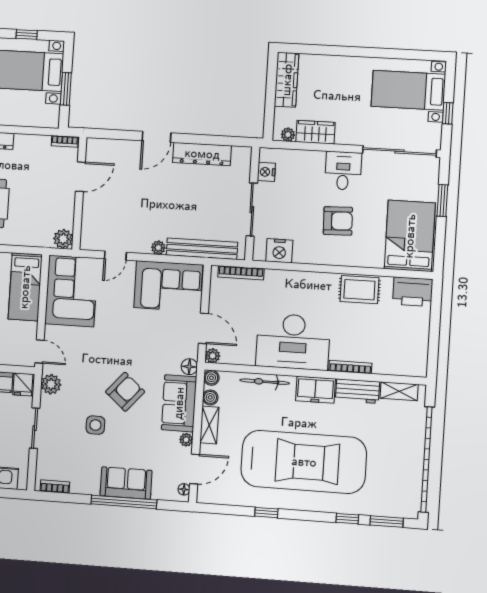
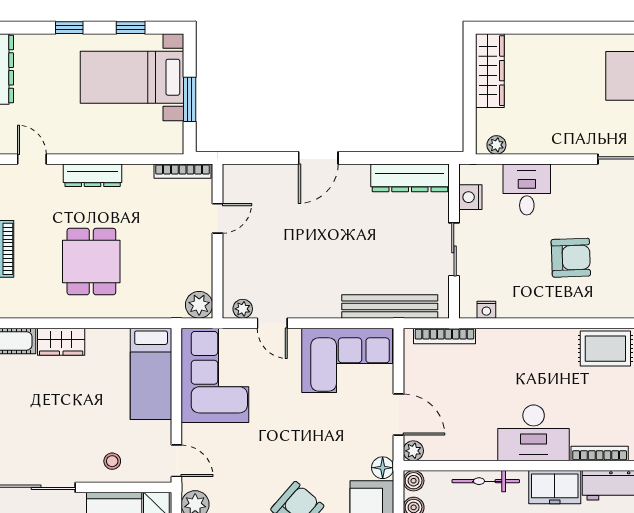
wardrobe: (316, 132) -> (533, 139), removed
bookcase: (65, 141) -> (183, 171), width x1.56
dresser: (202, 154) -> (410, 178), moved
desk: (343, 171) -> (527, 190), moved
door: (80, 177) -> (217, 218), width x0.73
sliding door: (252, 210) -> (454, 249), width x0.73
plant: (158, 248) -> (243, 309), moved
nightstand: (279, 251) -> (486, 310), width x0.53, depth x0.56
door: (115, 256) -> (272, 323), hinge flipped
desk: (293, 342) -> (534, 433), width x0.73, depth x0.77

